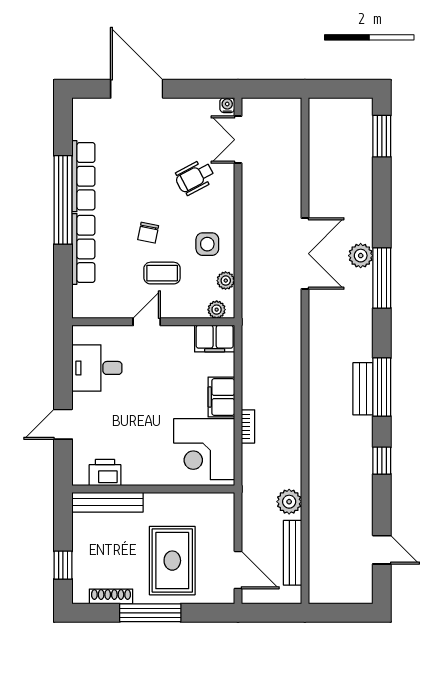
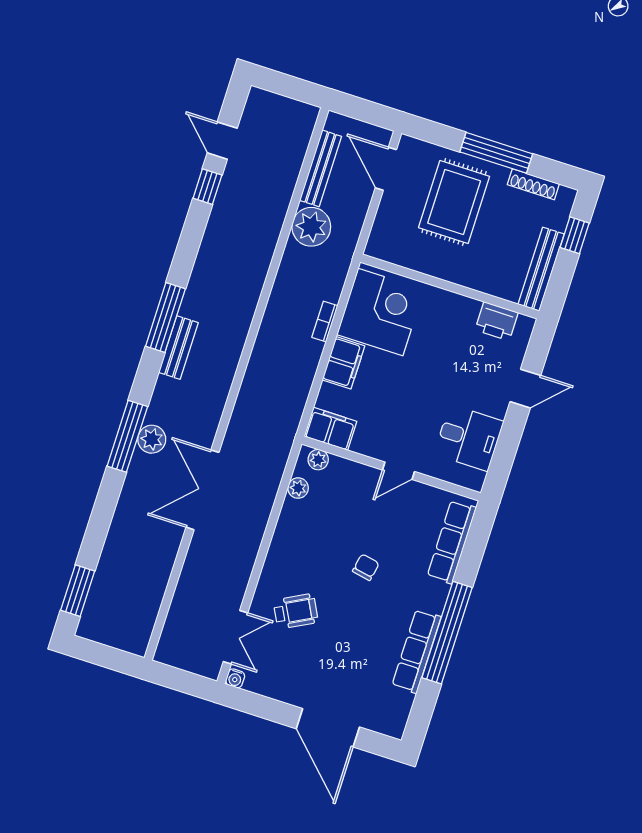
side table: (207, 244) -> (305, 534), removed
row of seats: (83, 249) -> (452, 542), moved
plant: (361, 256) -> (152, 439), moved
coffee table: (162, 273) -> (365, 518), removed
bench: (363, 389) -> (178, 348), moved
window: (382, 461) -> (207, 187), moved
bench: (108, 502) -> (541, 269), moved, turned 90
plant: (289, 502) -> (311, 227), width x1.36, depth x1.36

